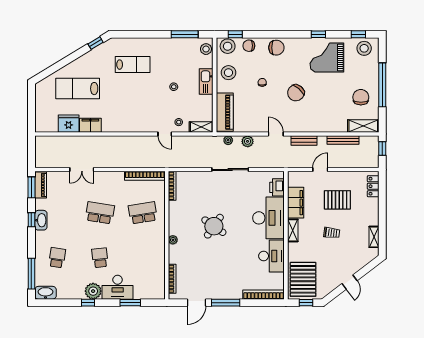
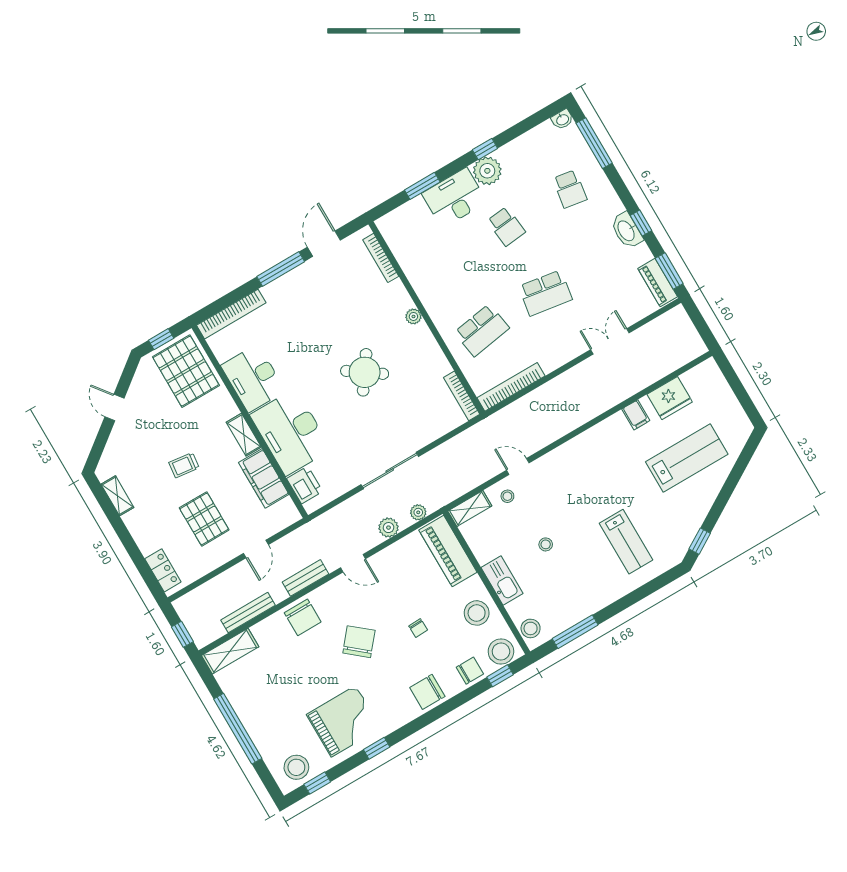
lab bench: (133, 65) -> (626, 542), turned -90
chair: (361, 97) -> (303, 617), moved
filing cabinet: (90, 125) -> (636, 415), width x0.50
pallet: (337, 200) -> (204, 519), turned 90
washbasin: (45, 293) -> (562, 119), width x0.52, depth x0.69

